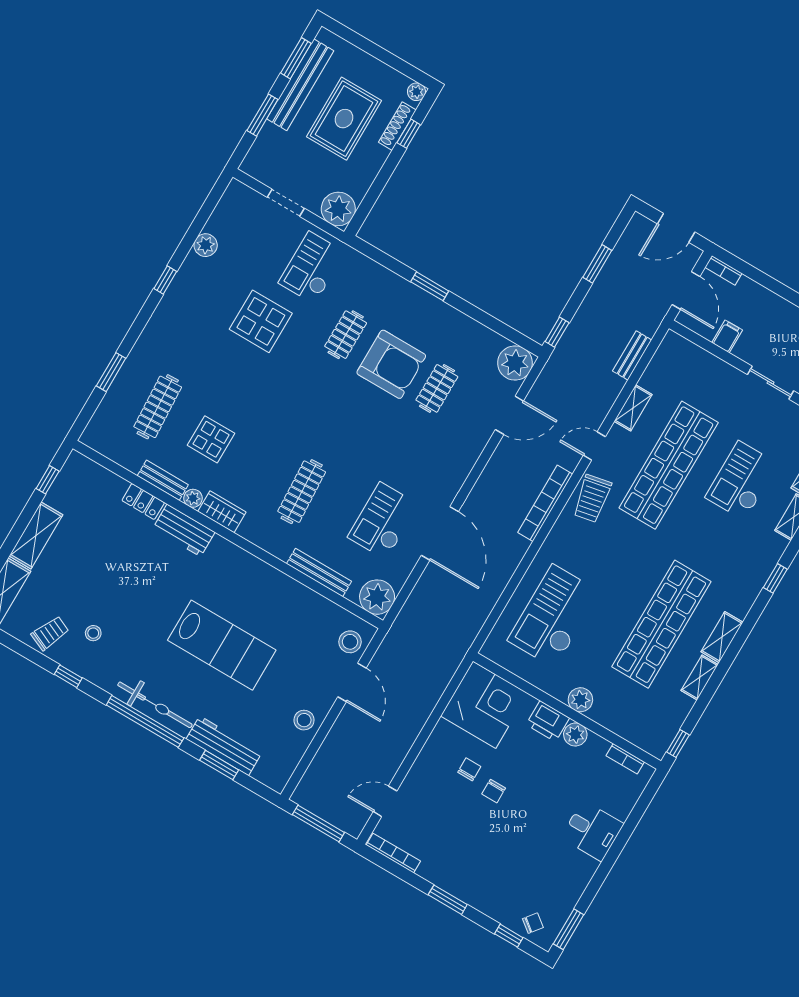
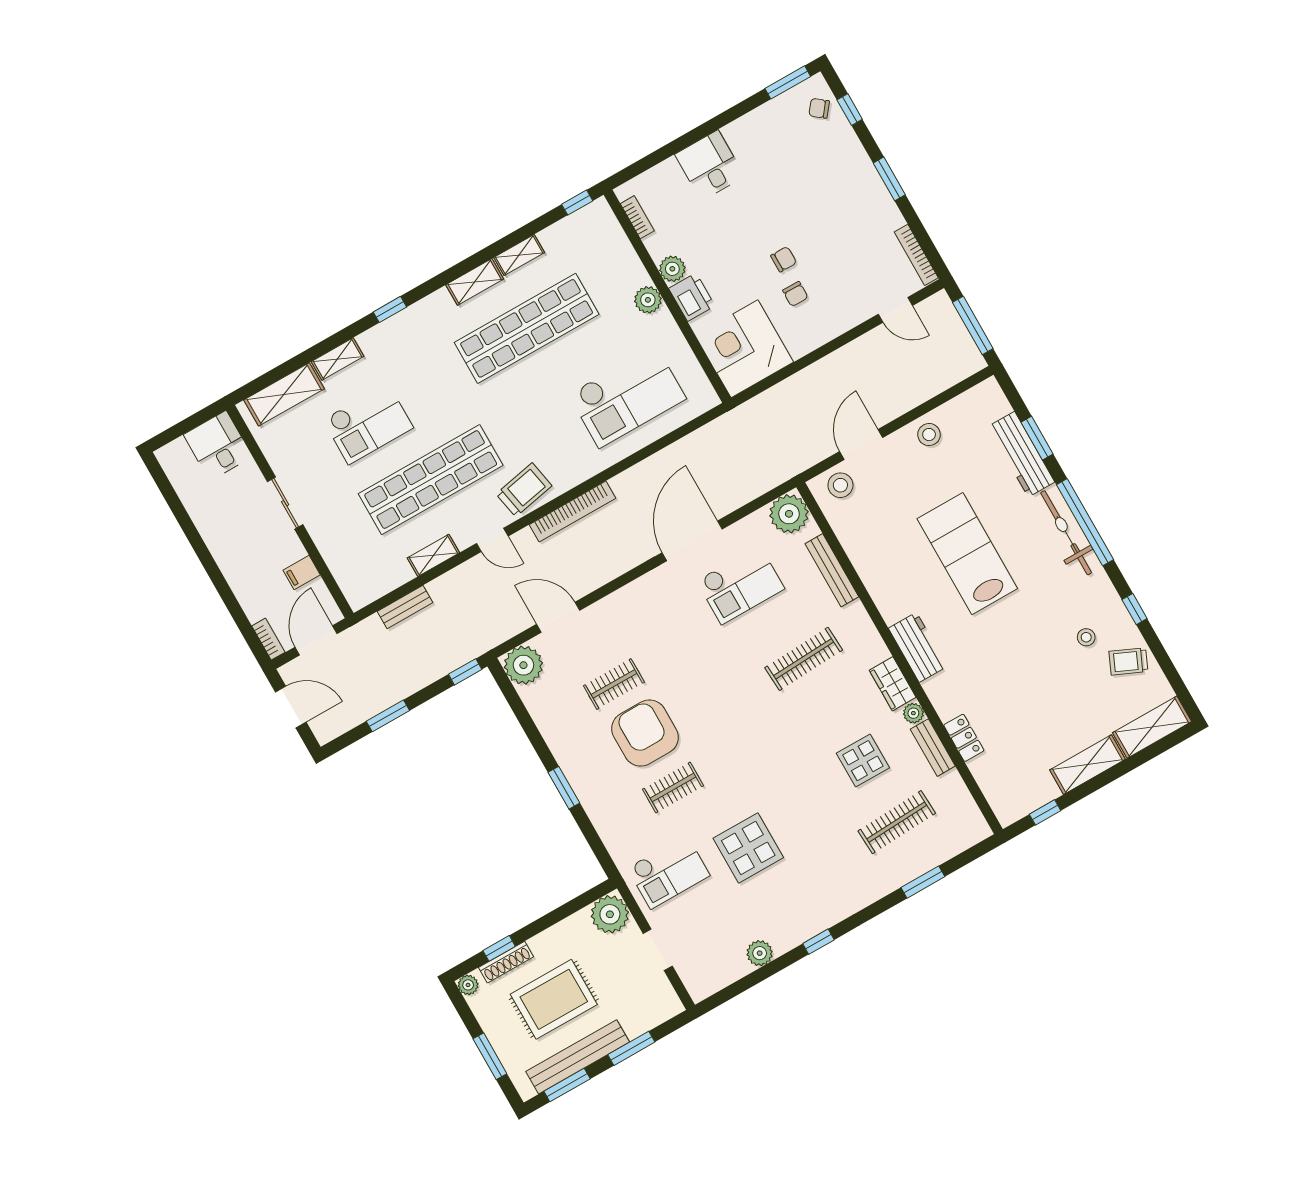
window: (368, 46) -> (490, 1056), added
workbench: (184, 530) -> (918, 647), moved
chair: (469, 769) -> (795, 294), turned -89

